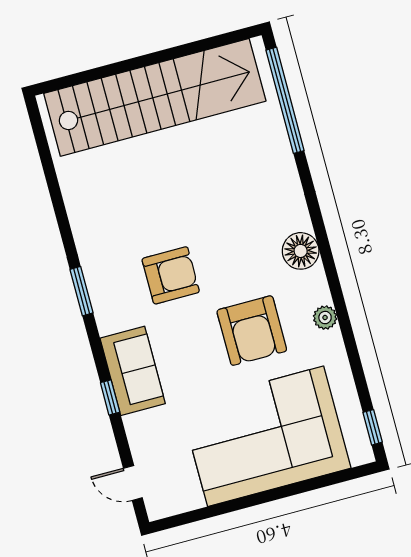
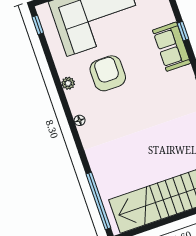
floor lamp: (301, 251) -> (80, 120), width x0.53, depth x0.53
armchair: (171, 275) -> (154, 100), removed

